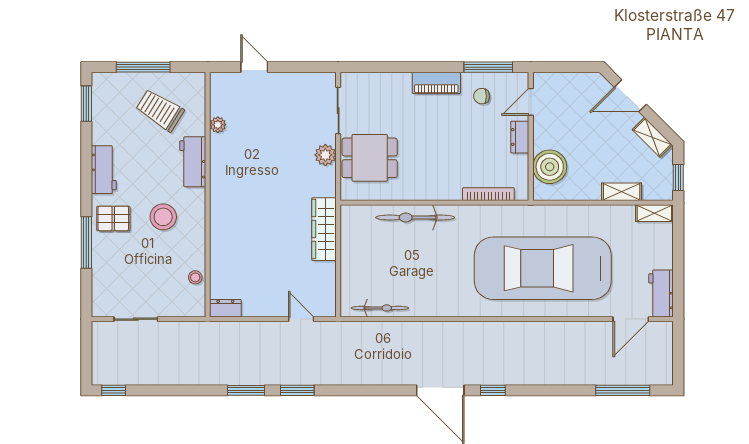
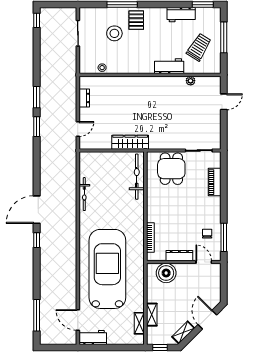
piano: (436, 83) -> (215, 182), moved
dresser: (520, 137) -> (179, 256), width x1.44
plant: (325, 155) -> (173, 143), removed
workbench: (104, 170) -> (181, 15), moved
shelving: (654, 213) -> (139, 323), moved
stool: (163, 217) -> (114, 33), moved
bicycle: (415, 217) -> (137, 177), moved
dresser: (225, 308) -> (84, 98), moved
bicycle: (380, 308) -> (84, 194), moved

